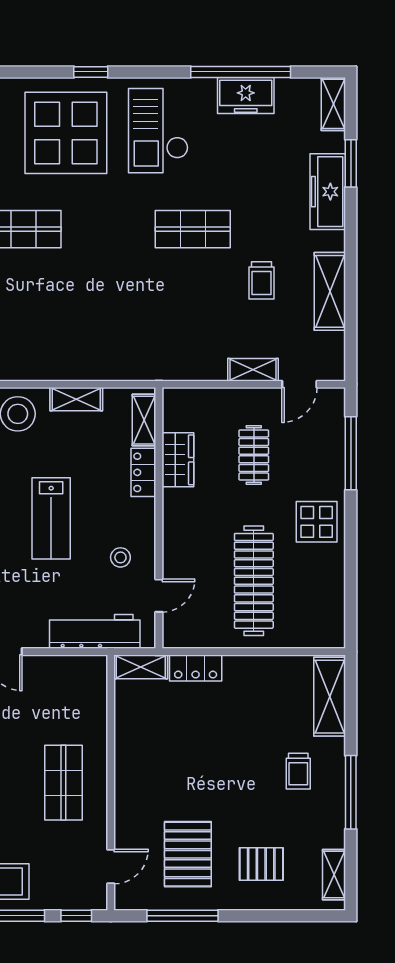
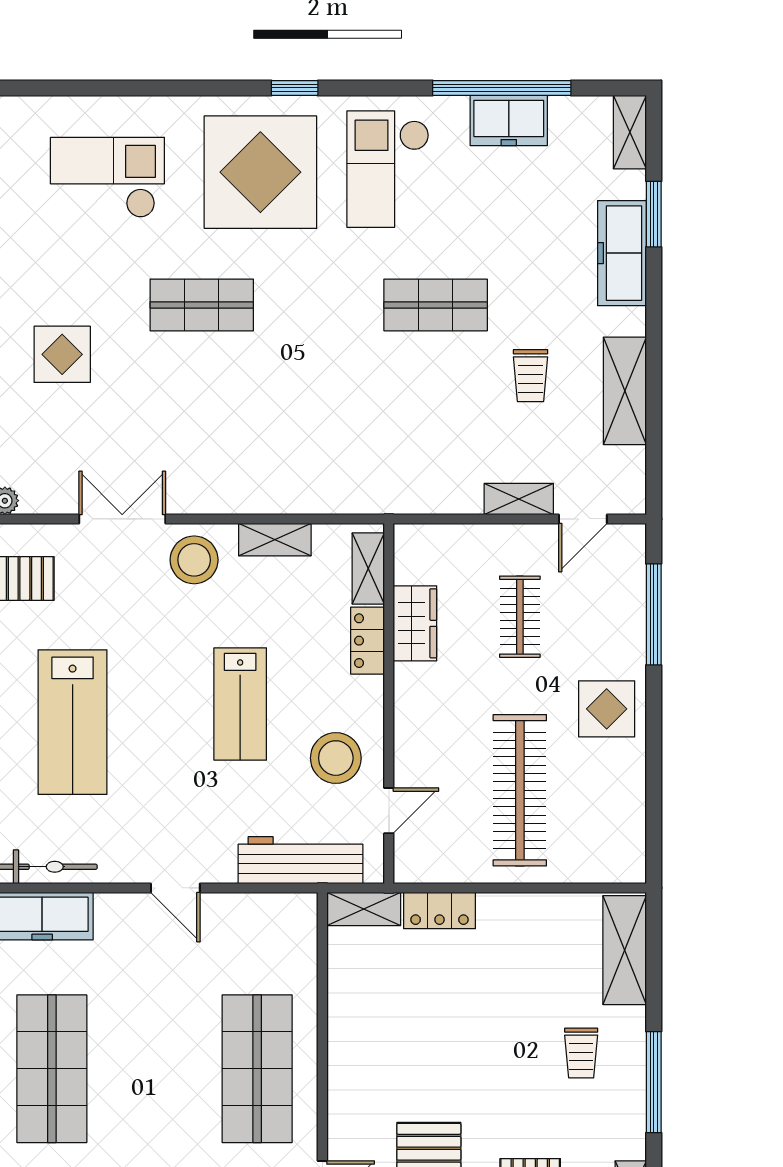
stool: (120, 557) -> (336, 758), width x1.89, depth x1.89
shop shelf: (63, 783) -> (257, 1069), width x1.43, depth x1.36

